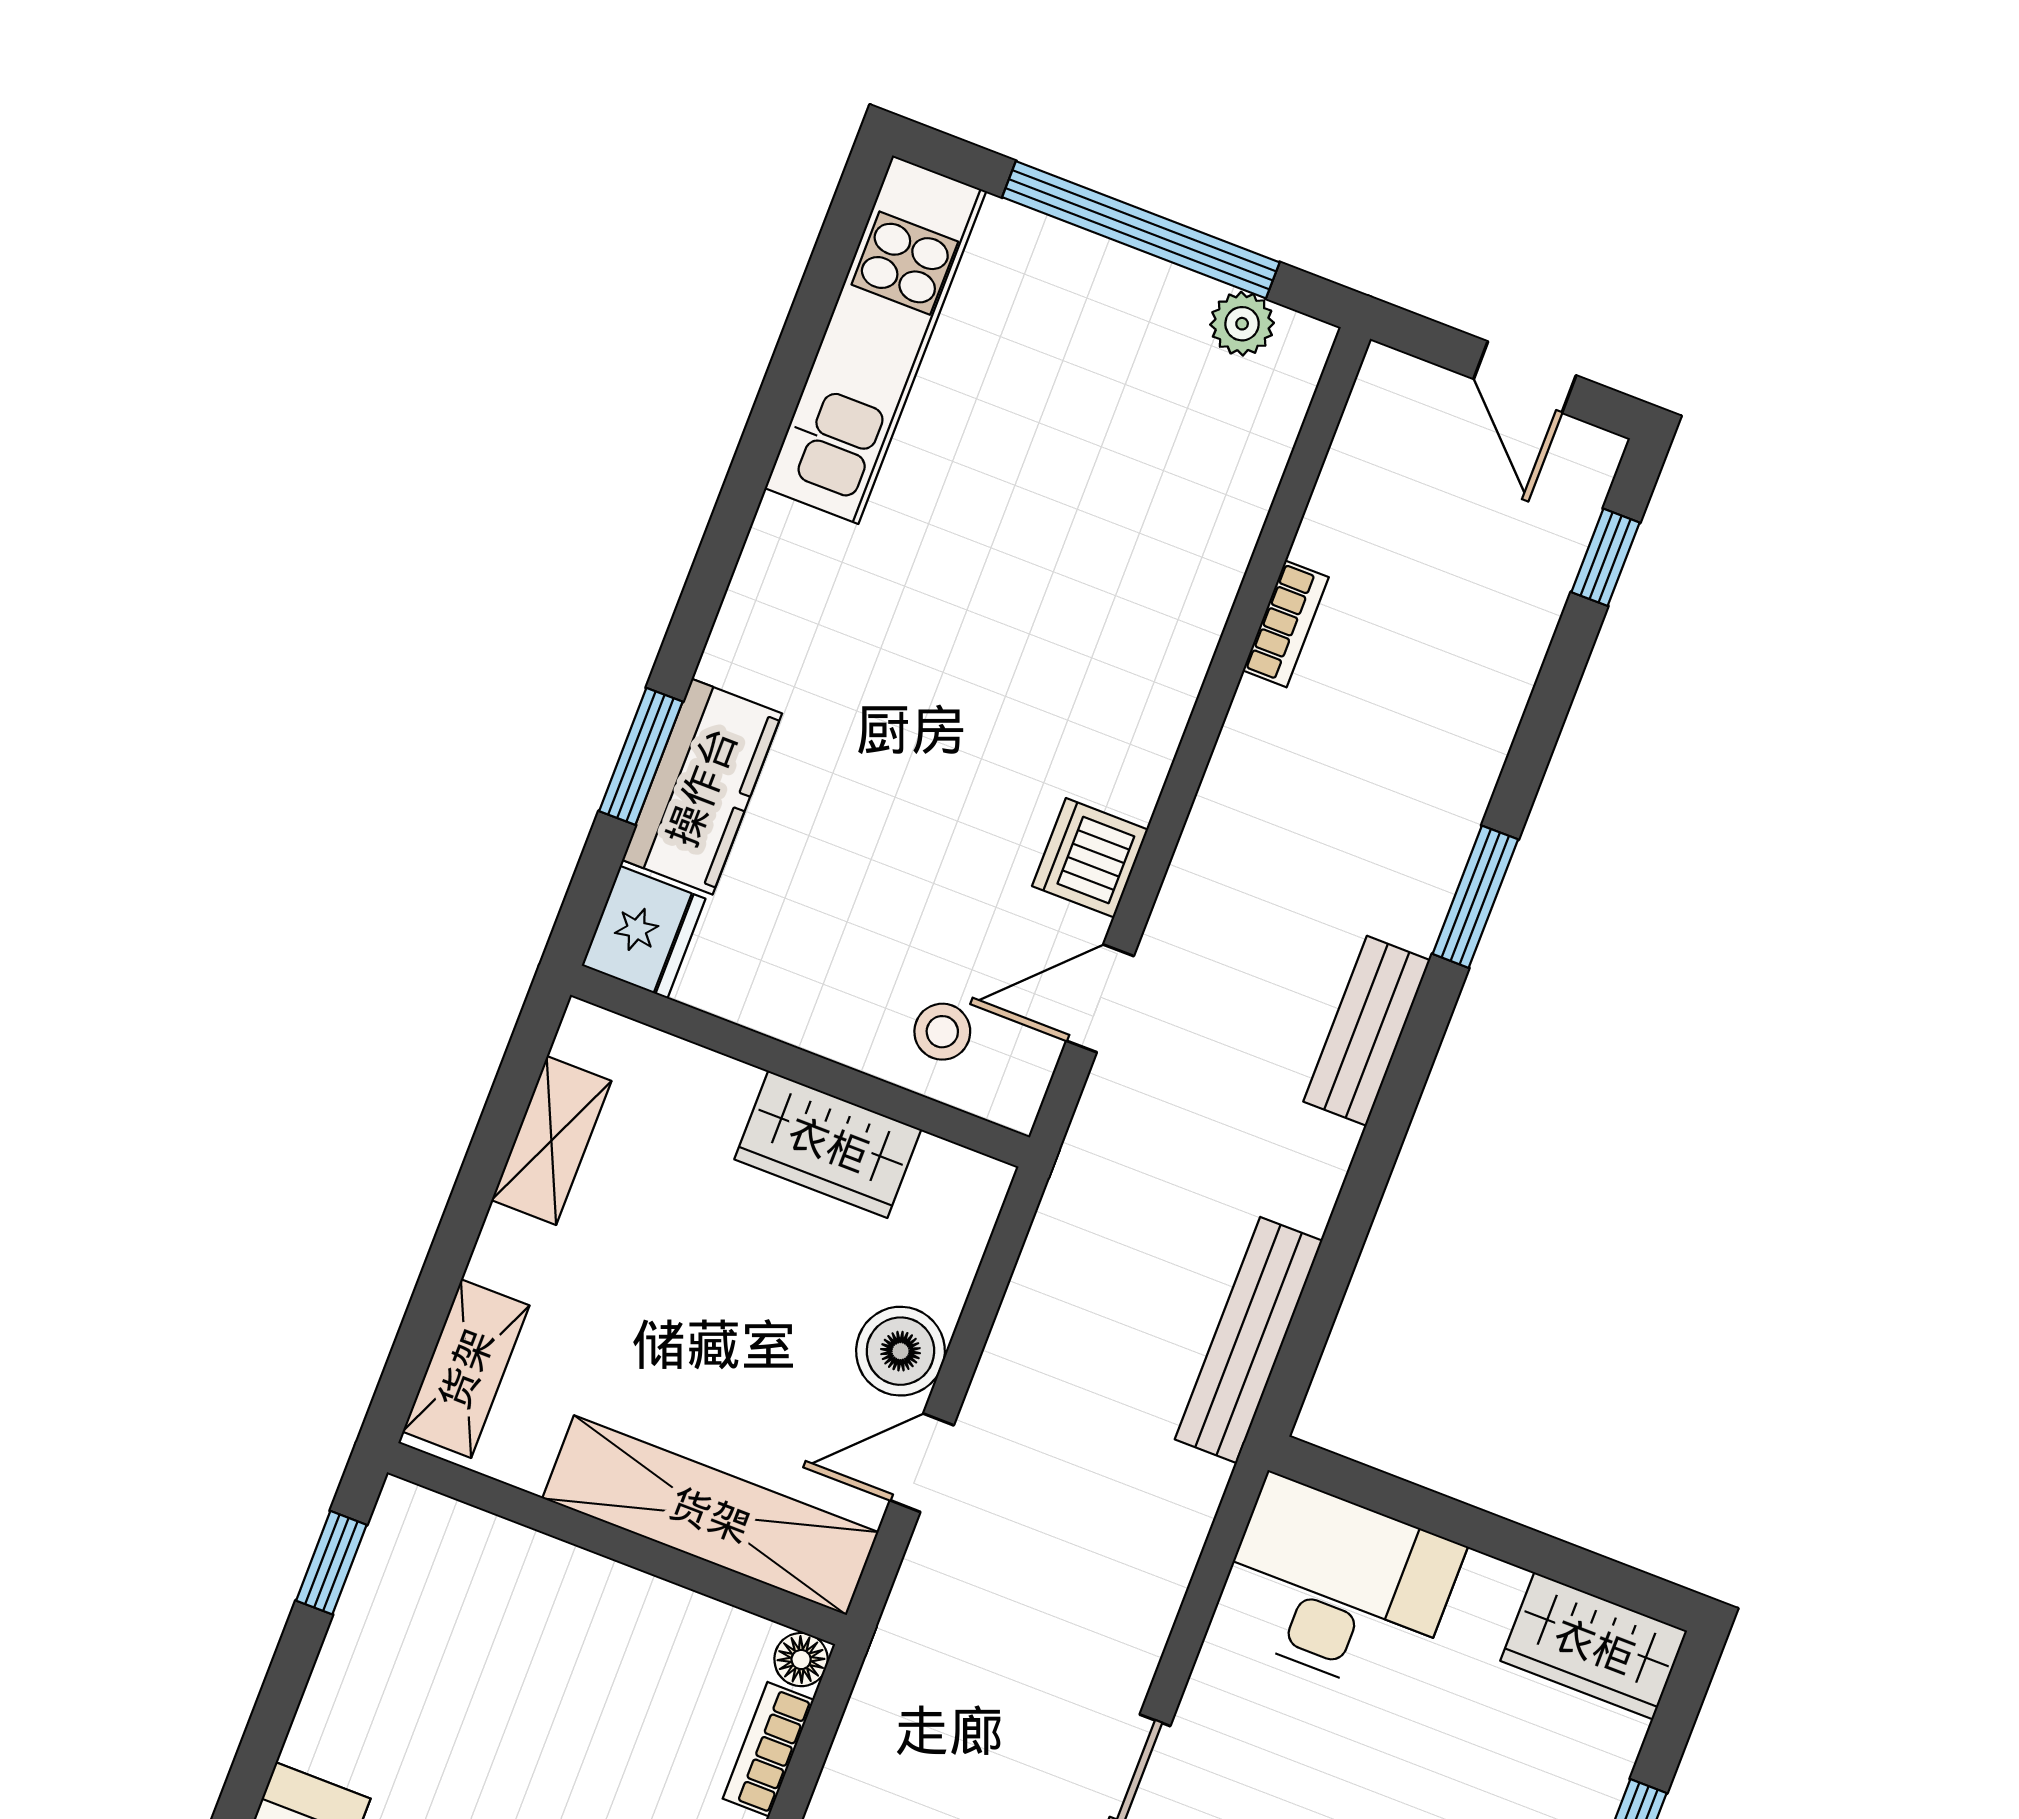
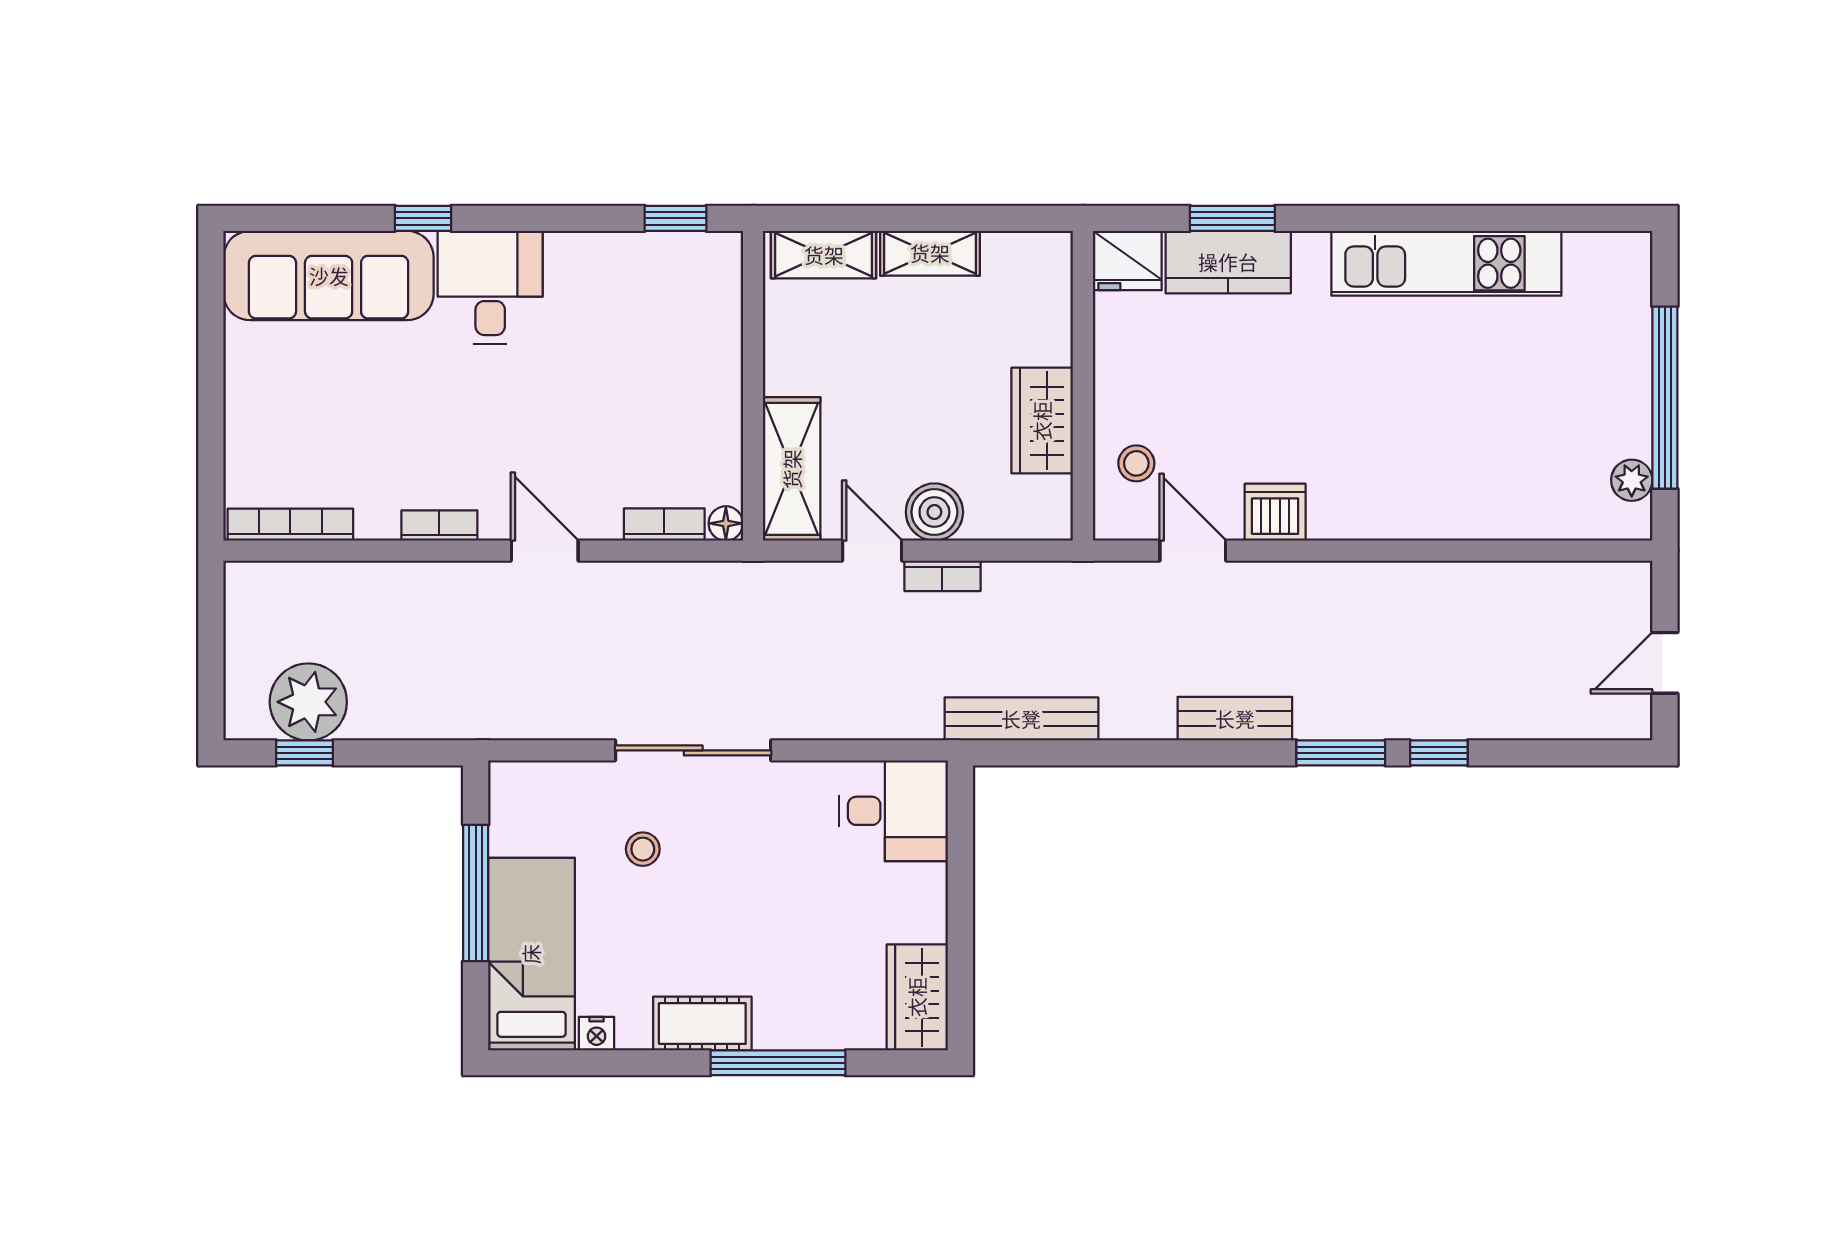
kitchen unit: (875, 340) -> (1446, 263), moved
window: (1606, 557) -> (1439, 753), moved
bookcase: (1286, 624) -> (942, 576), moved
shelving: (551, 1140) -> (930, 253), moved
shelving: (710, 1515) -> (792, 469), width x0.68
desk: (1338, 1587) -> (894, 811), width x0.73

